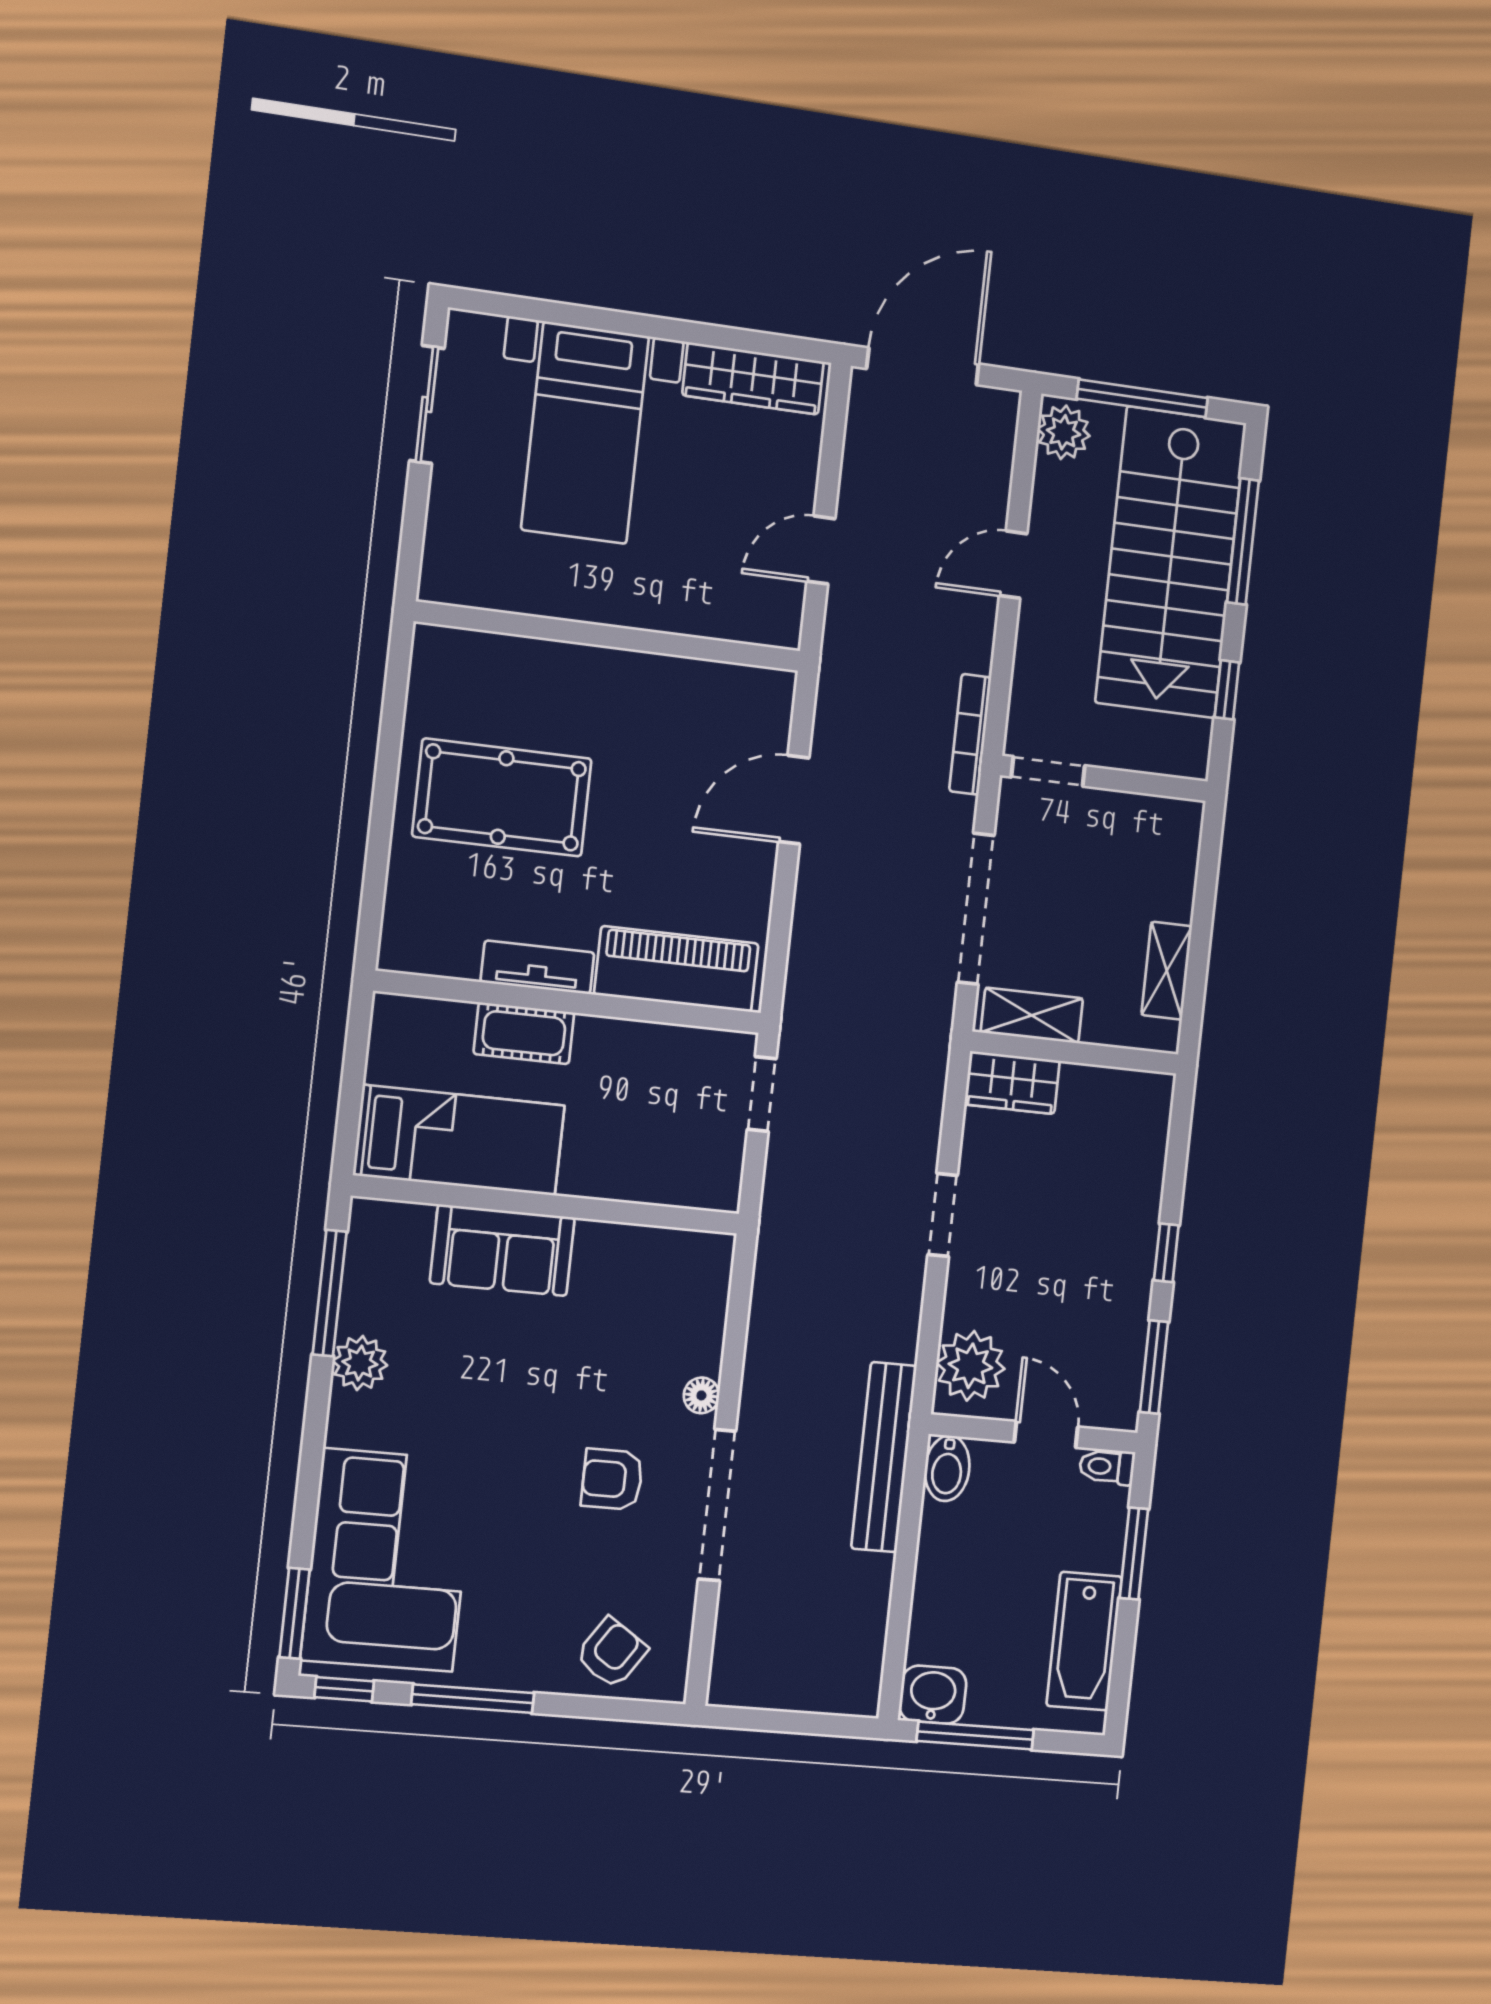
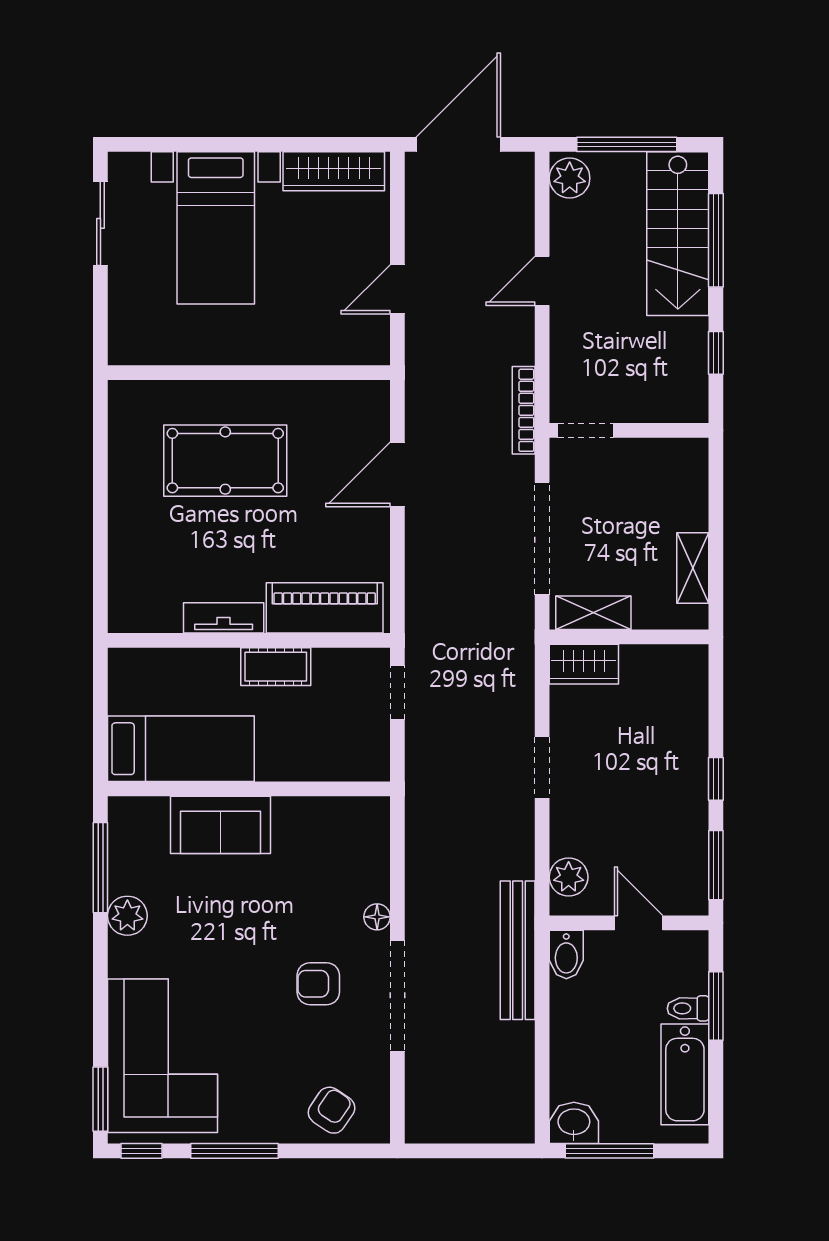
stairs: (1171, 562) -> (678, 234), width x0.73, depth x0.66
pool table: (502, 798) -> (225, 461), moved
cot: (524, 1033) -> (276, 667), moved
plant: (971, 1366) -> (569, 877), width x0.73, depth x0.73
toilet: (1107, 1467) -> (688, 1008), moved

